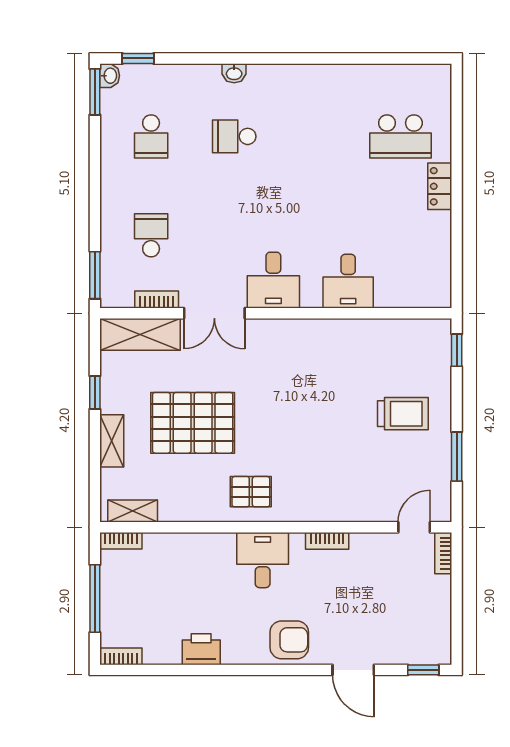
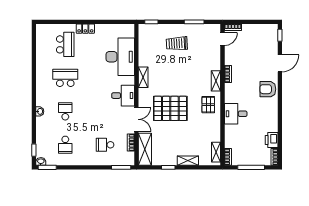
school desk: (151, 136) -> (65, 145), turned 90
school desk: (234, 136) -> (65, 111), turned 180
school desk: (317, 136) -> (65, 78), added
desk: (348, 281) -> (120, 57), width x1.87, depth x1.30
shelving: (319, 330) -> (143, 77), added
trolley: (403, 414) -> (177, 43), turned -93
pallet: (193, 423) -> (170, 108), moved, turned 90
shelving: (310, 511) -> (216, 81), added
door: (414, 527) -> (223, 39), swing flipped
desk: (263, 560) -> (236, 114), moved
armchair: (289, 640) -> (268, 89), turned -90
printer: (201, 649) -> (272, 140), moved

